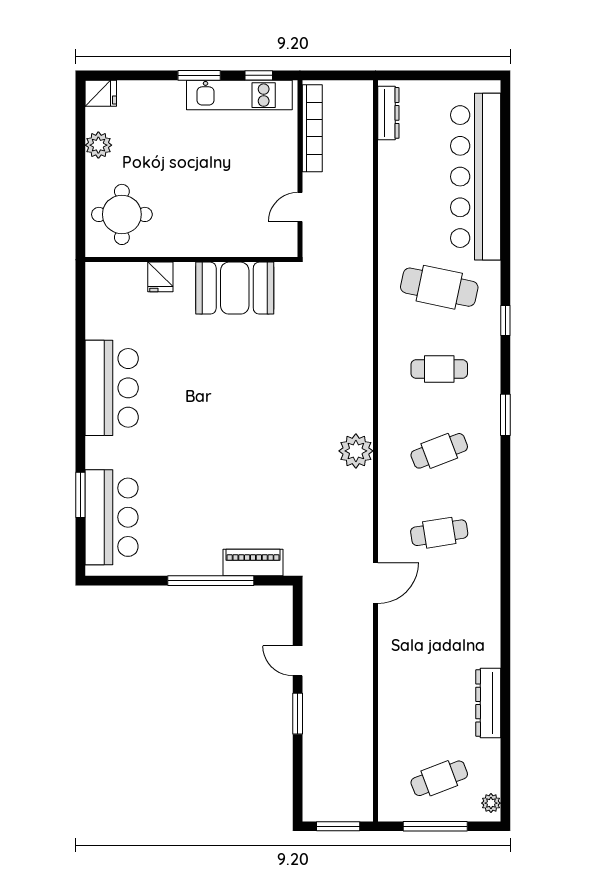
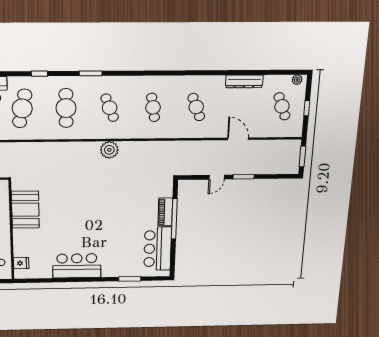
fridge: (160, 277) -> (21, 263), moved
cafe table: (439, 369) -> (66, 108), width x1.37, depth x1.35
bar counter: (112, 517) -> (158, 249), moved, turned -90
piano: (253, 563) -> (165, 212), moved
door: (375, 583) -> (238, 139), moved
cafe table: (439, 615) -> (196, 107), added
window: (435, 826) -> (307, 108), width x0.46

